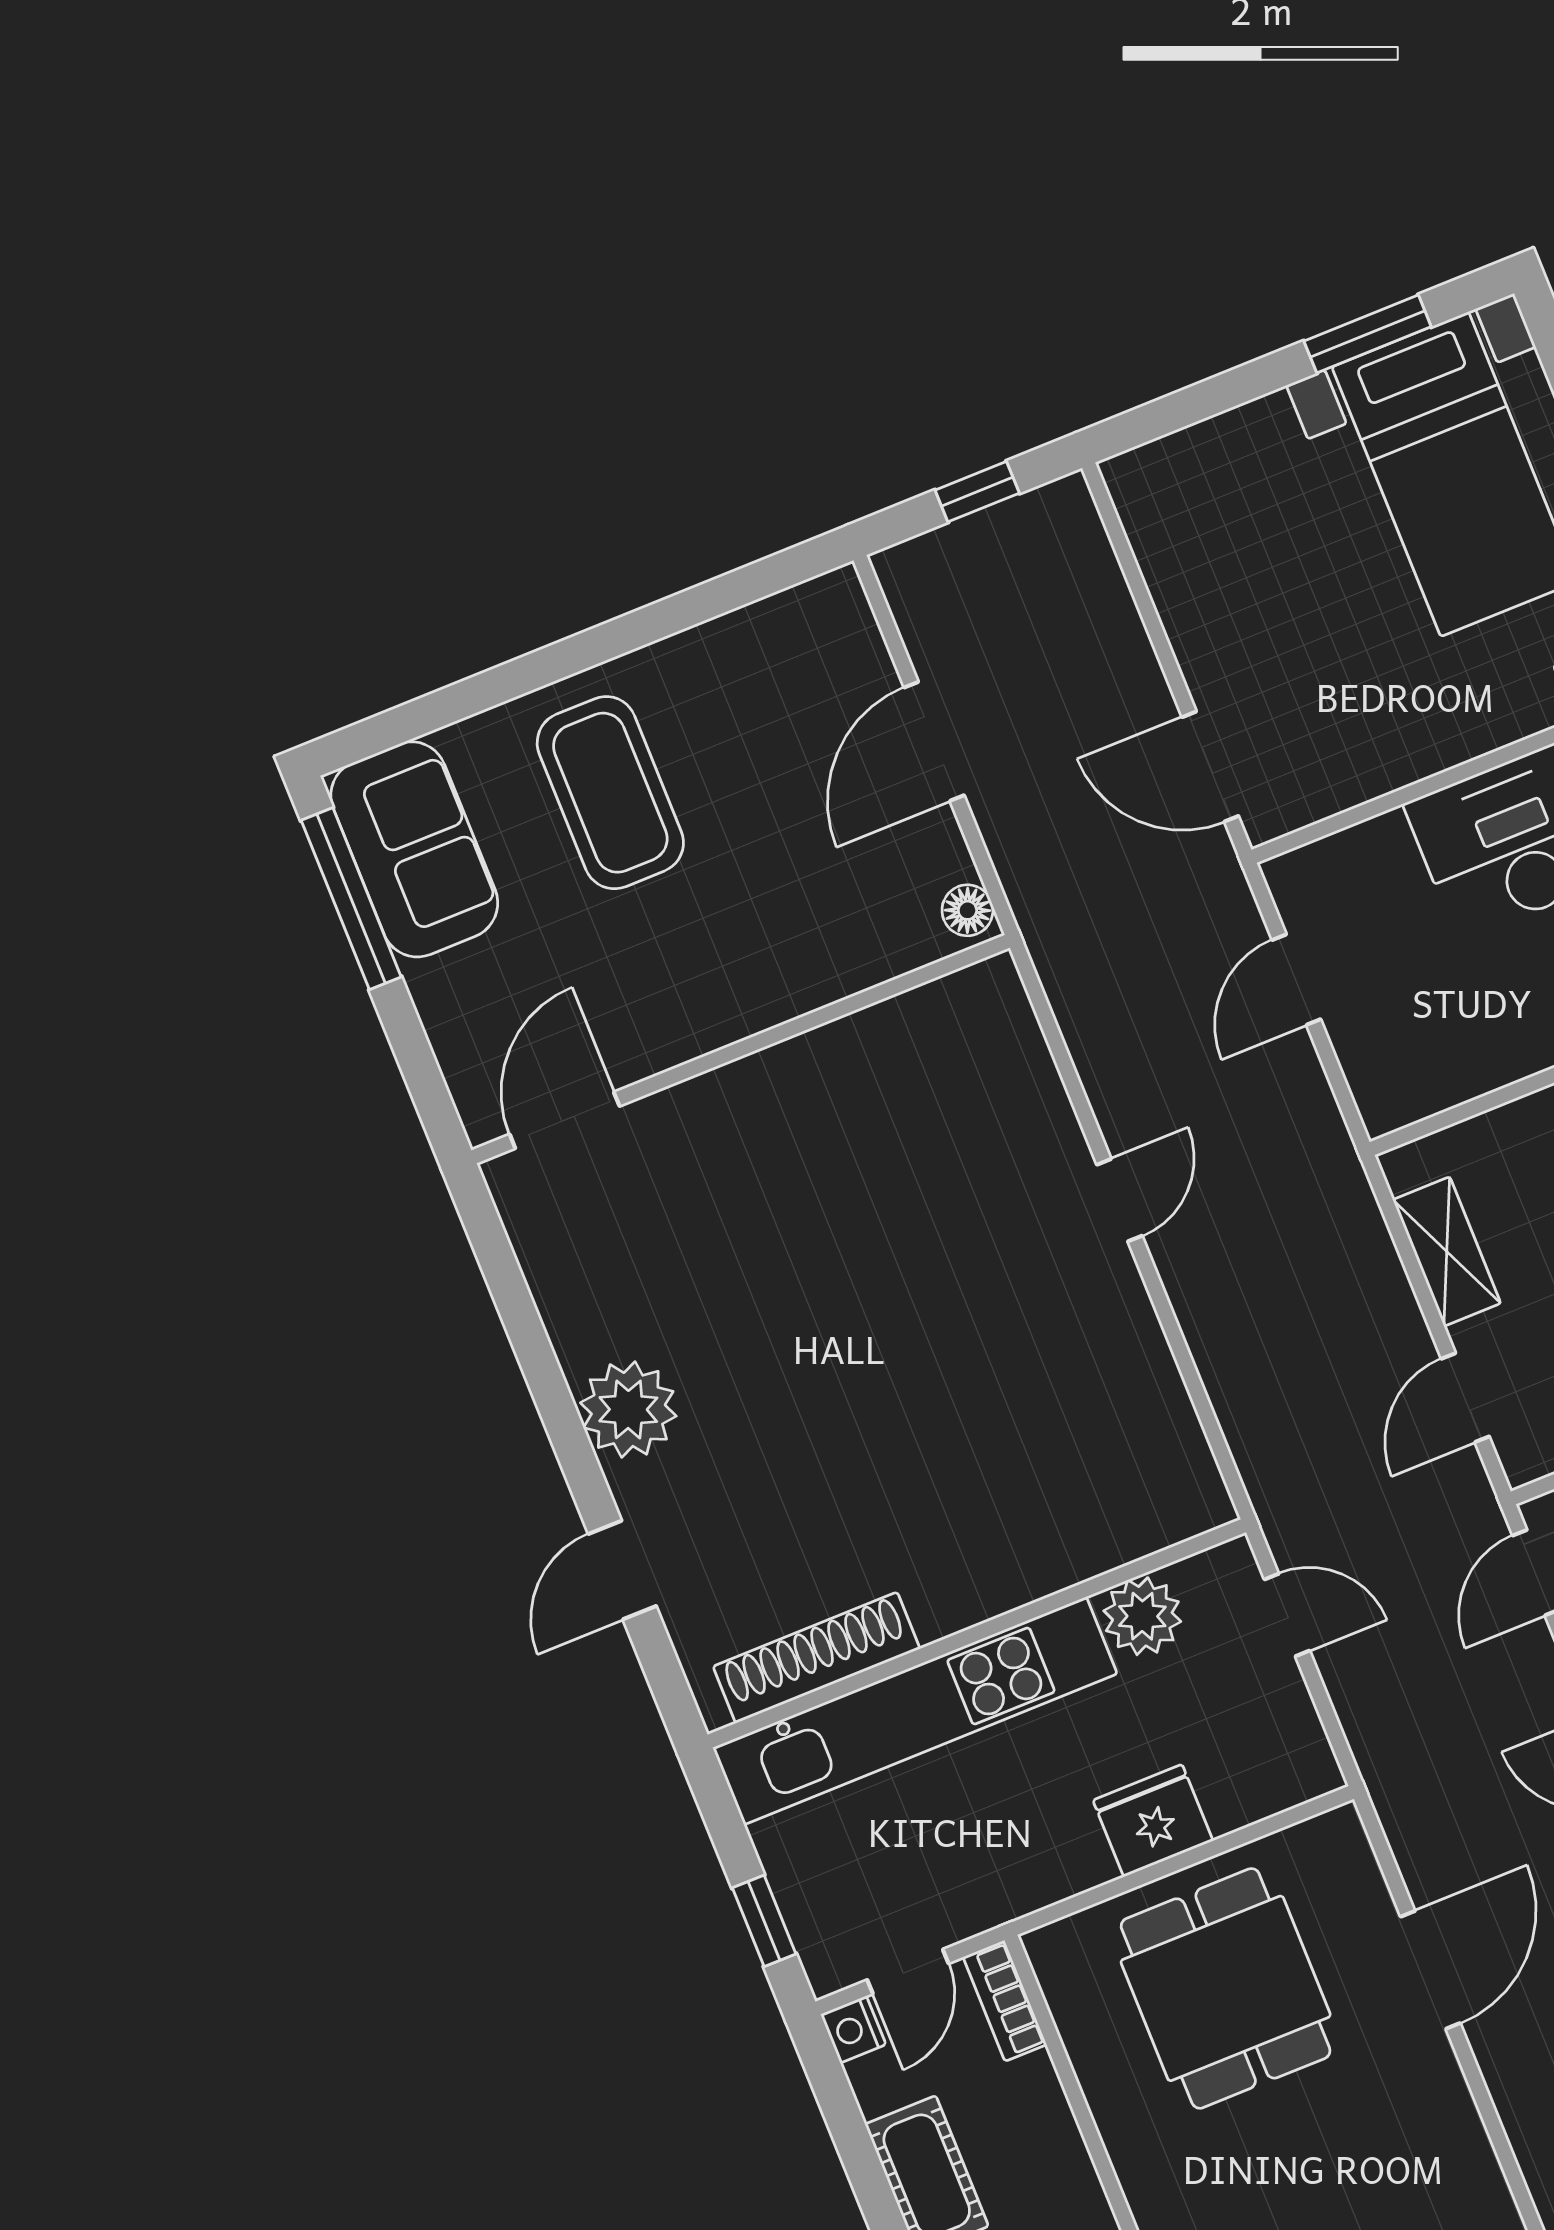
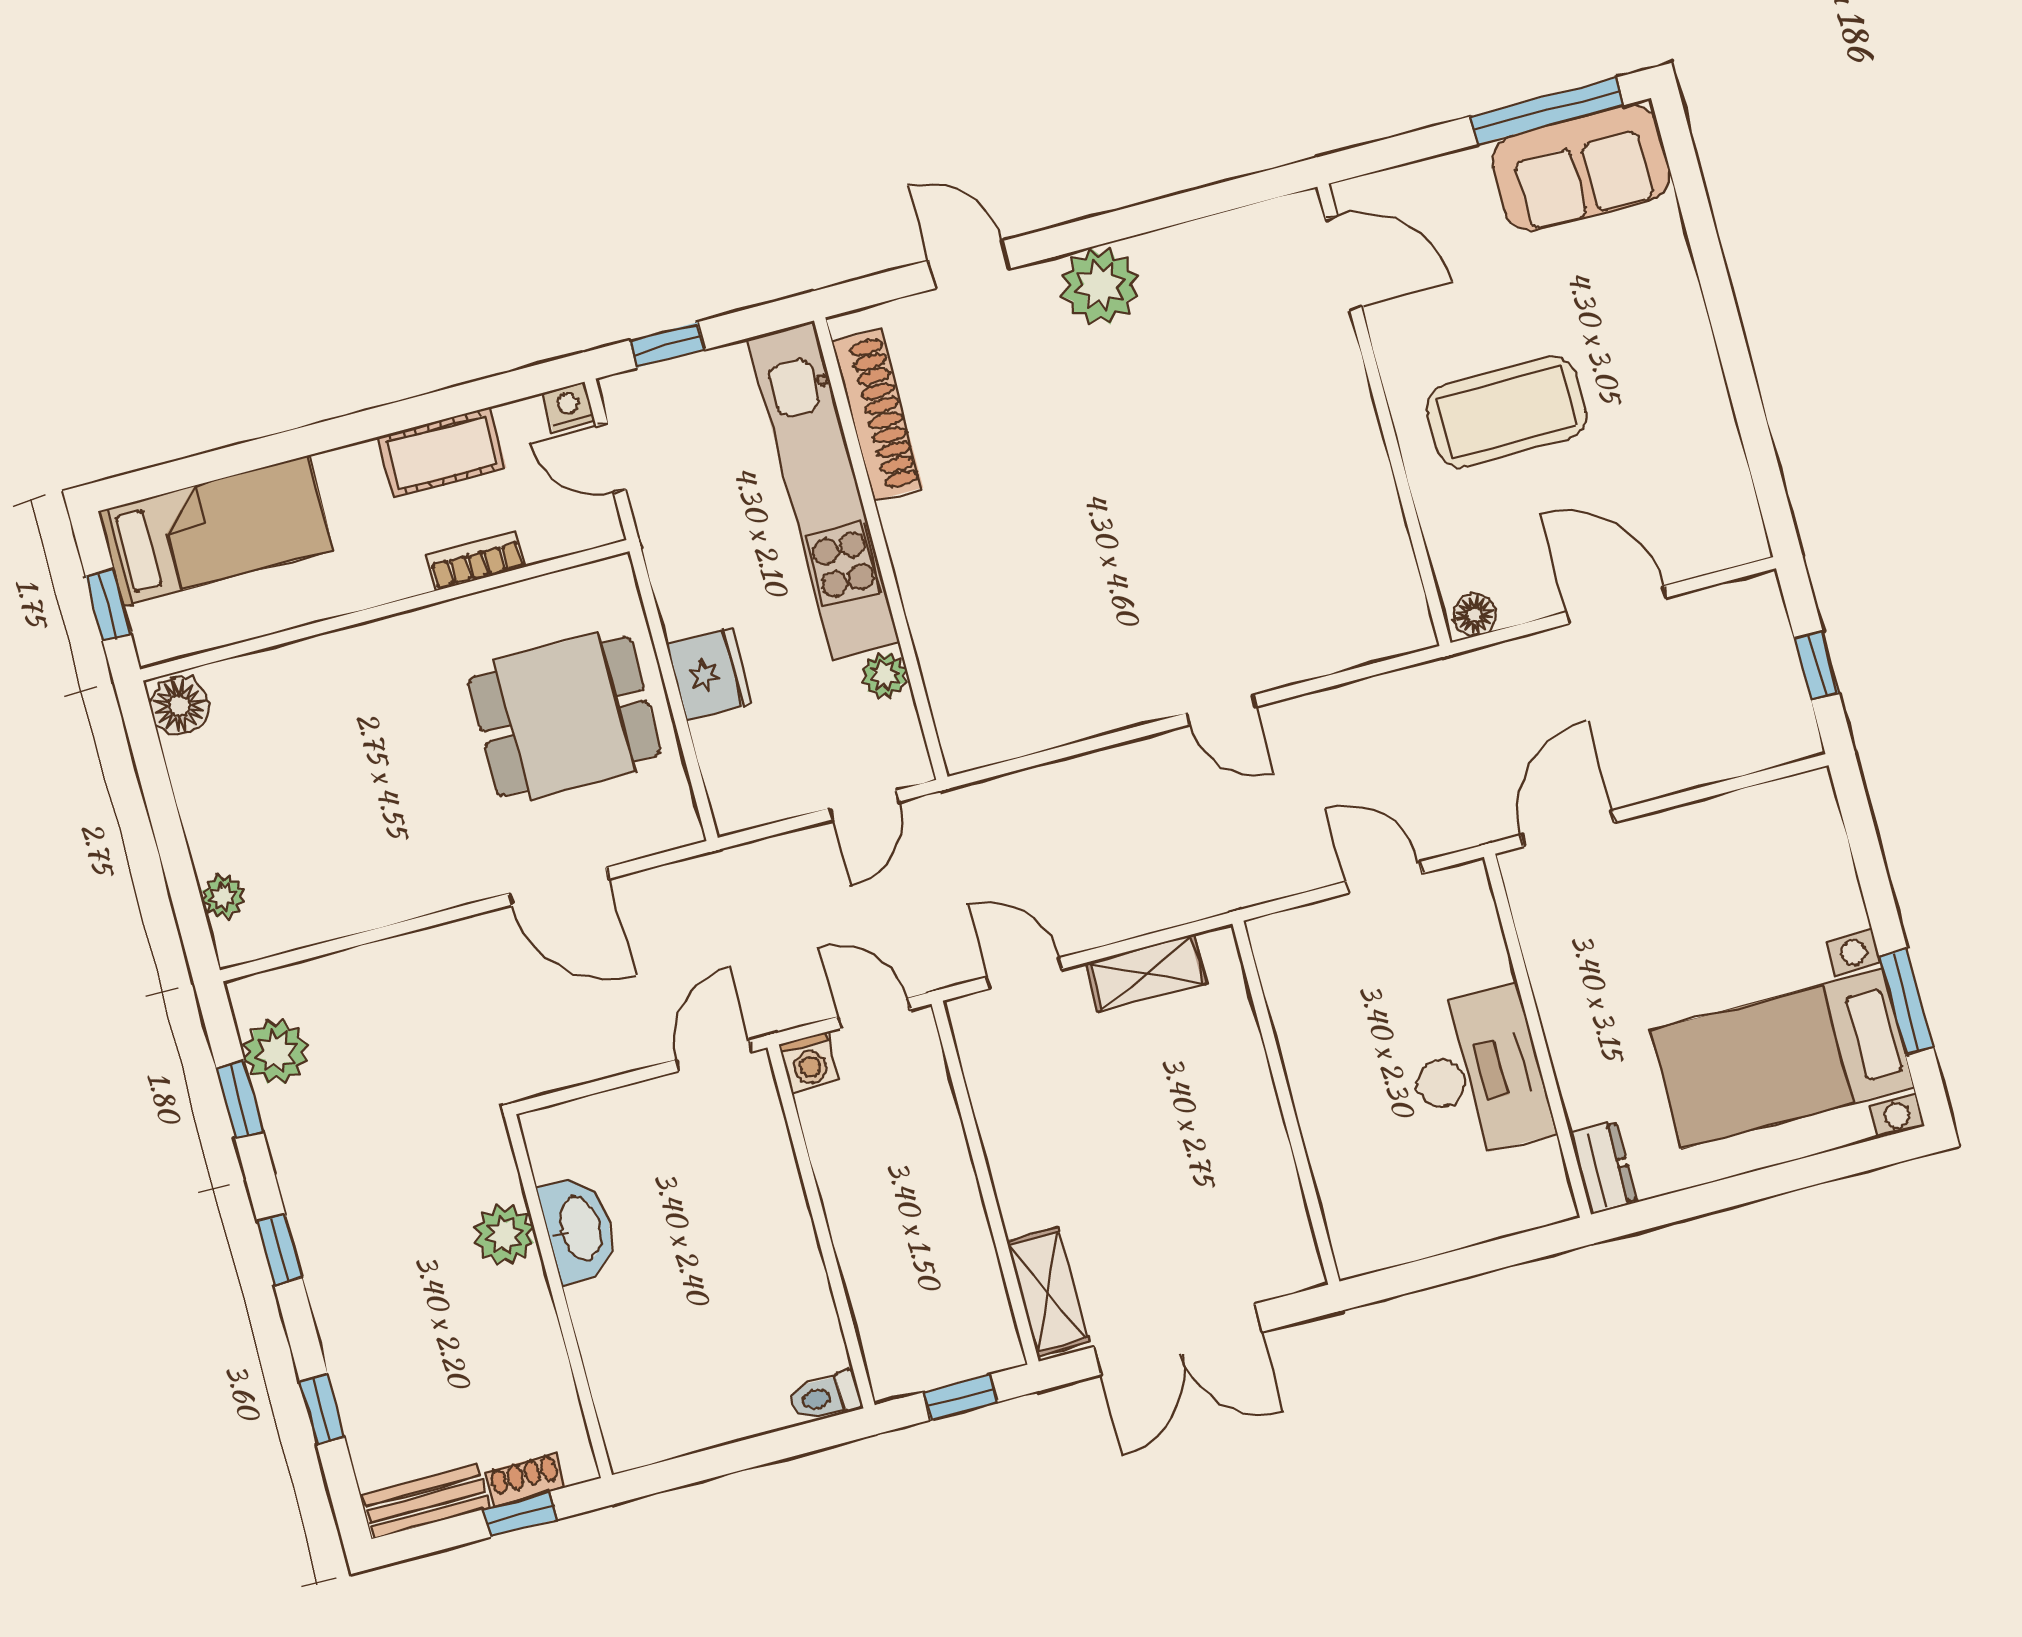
coffee table: (610, 793) -> (1506, 412), moved
plant: (1142, 1616) -> (884, 675), width x0.73, depth x0.73
bookcase: (1005, 2001) -> (476, 561), moved

